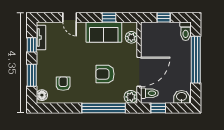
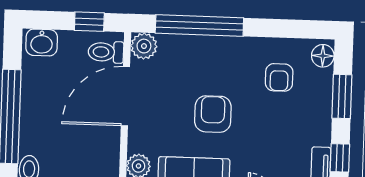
armchair: (105, 74) -> (213, 114), moved, turned -90

